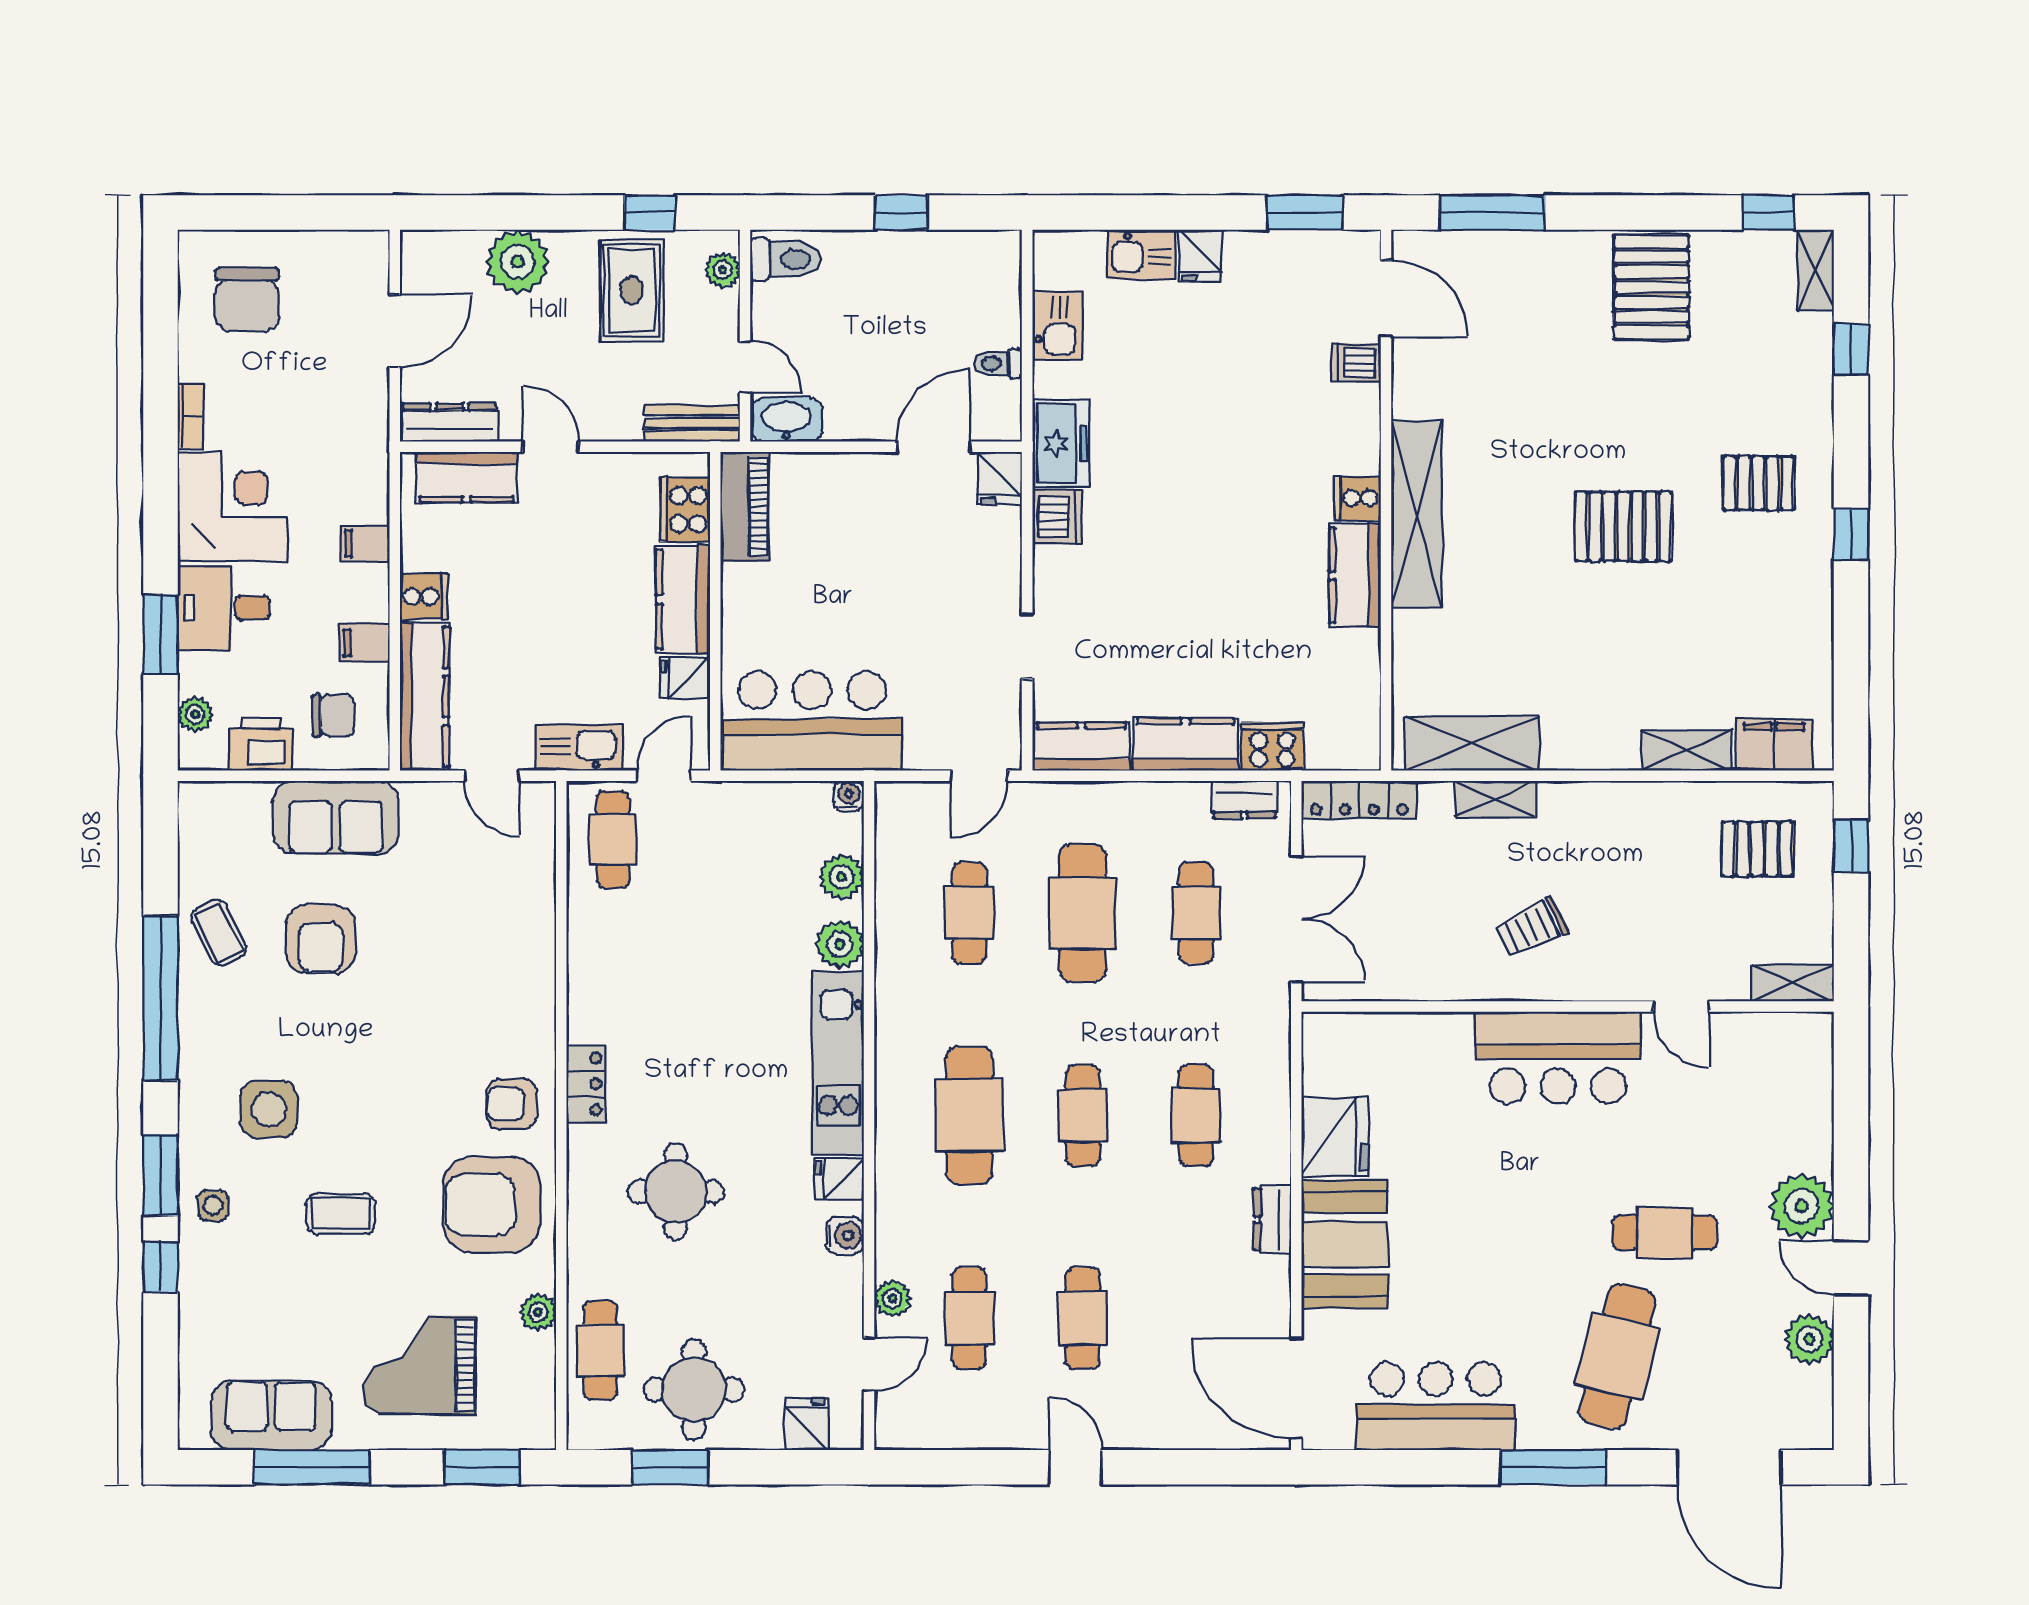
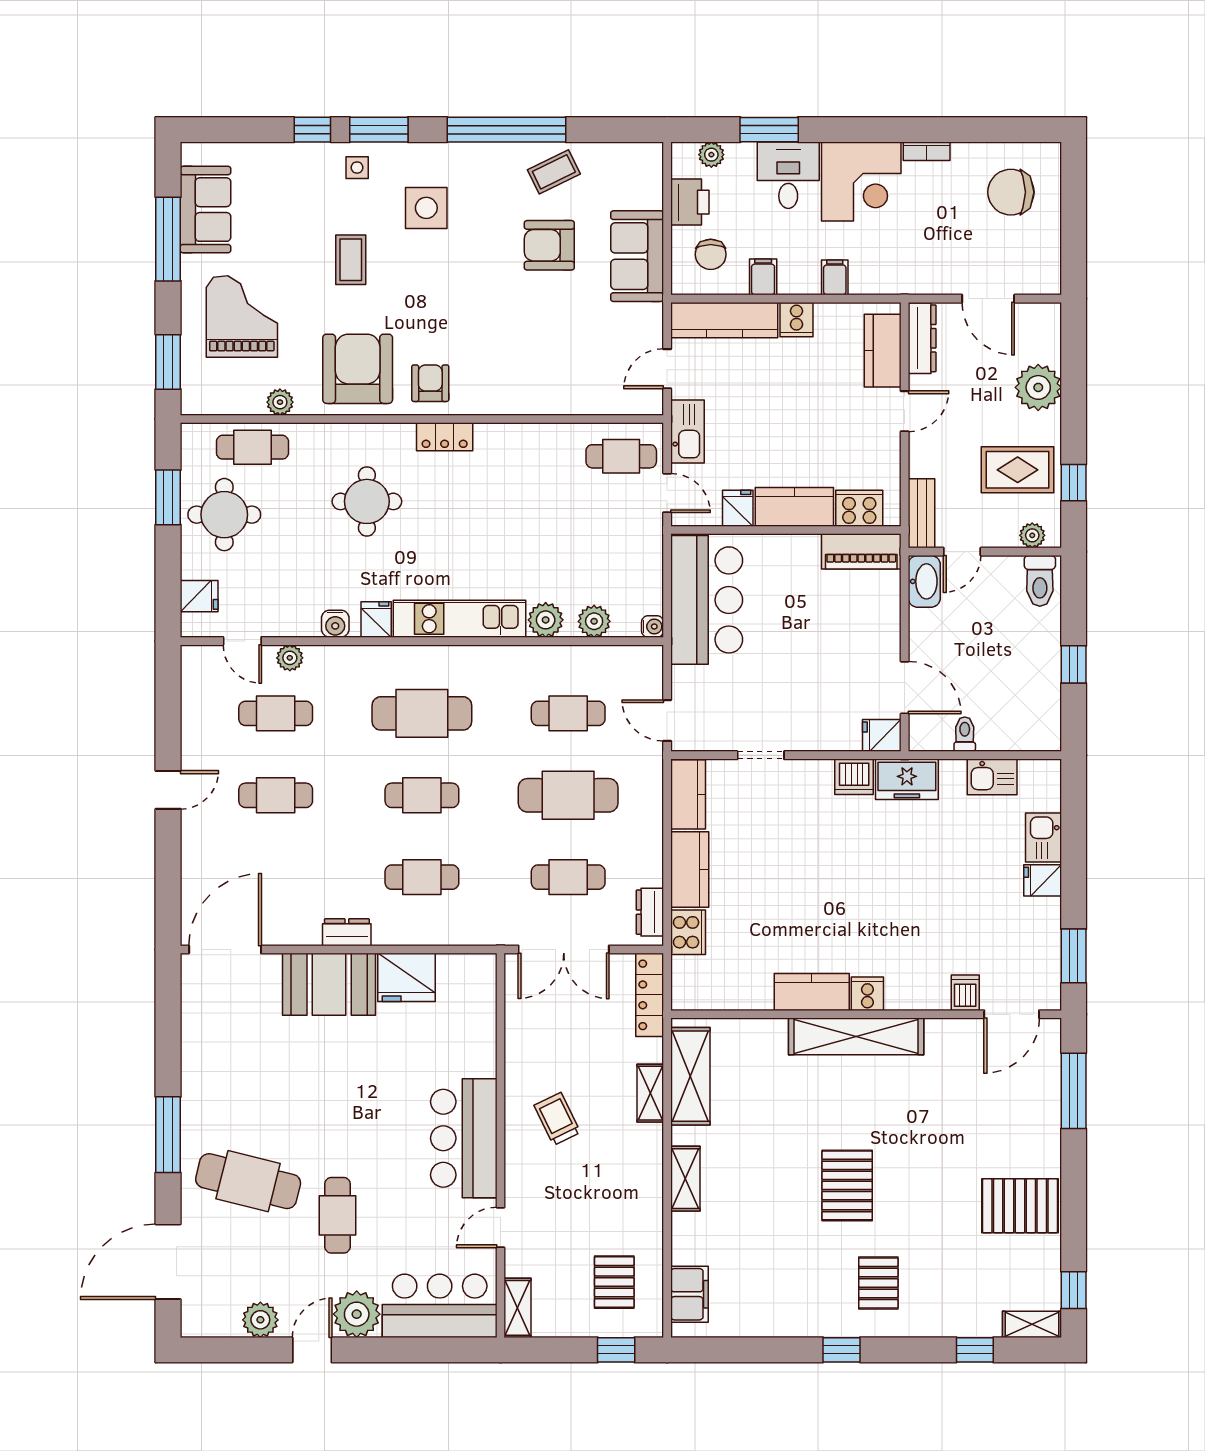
shelving: (1687, 750) -> (685, 1179), moved
bar counter: (1436, 1406) -> (440, 1306), moved, turned -90

